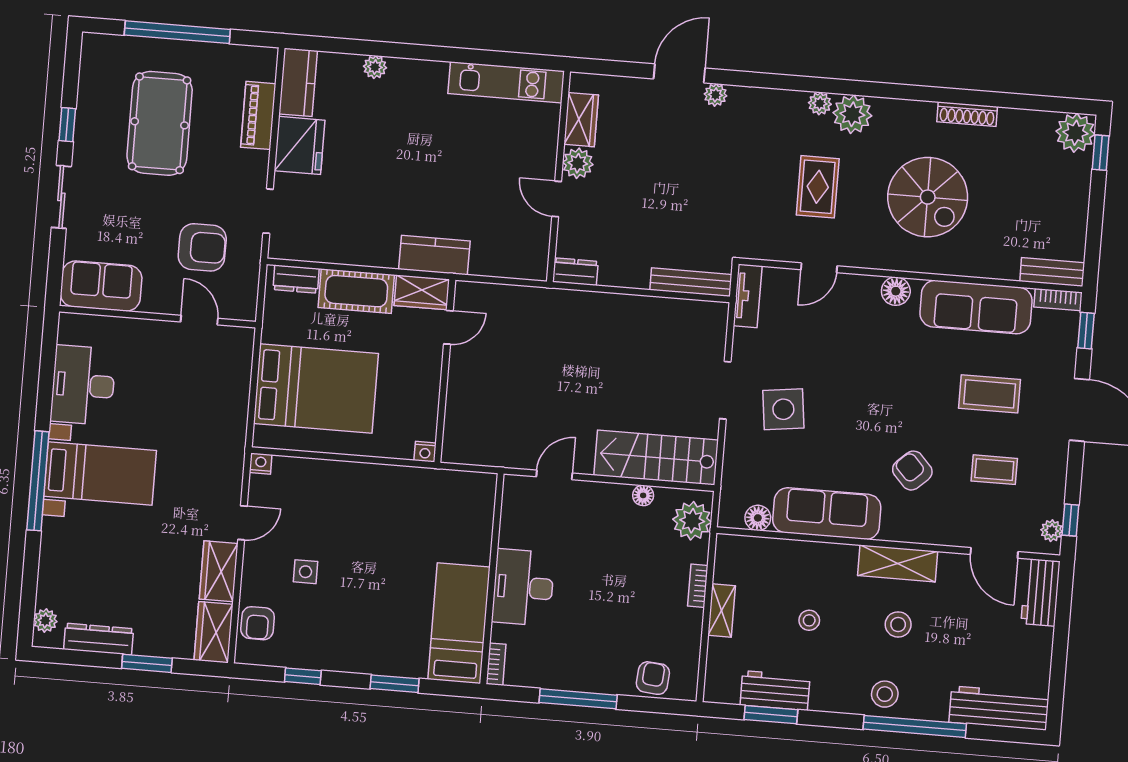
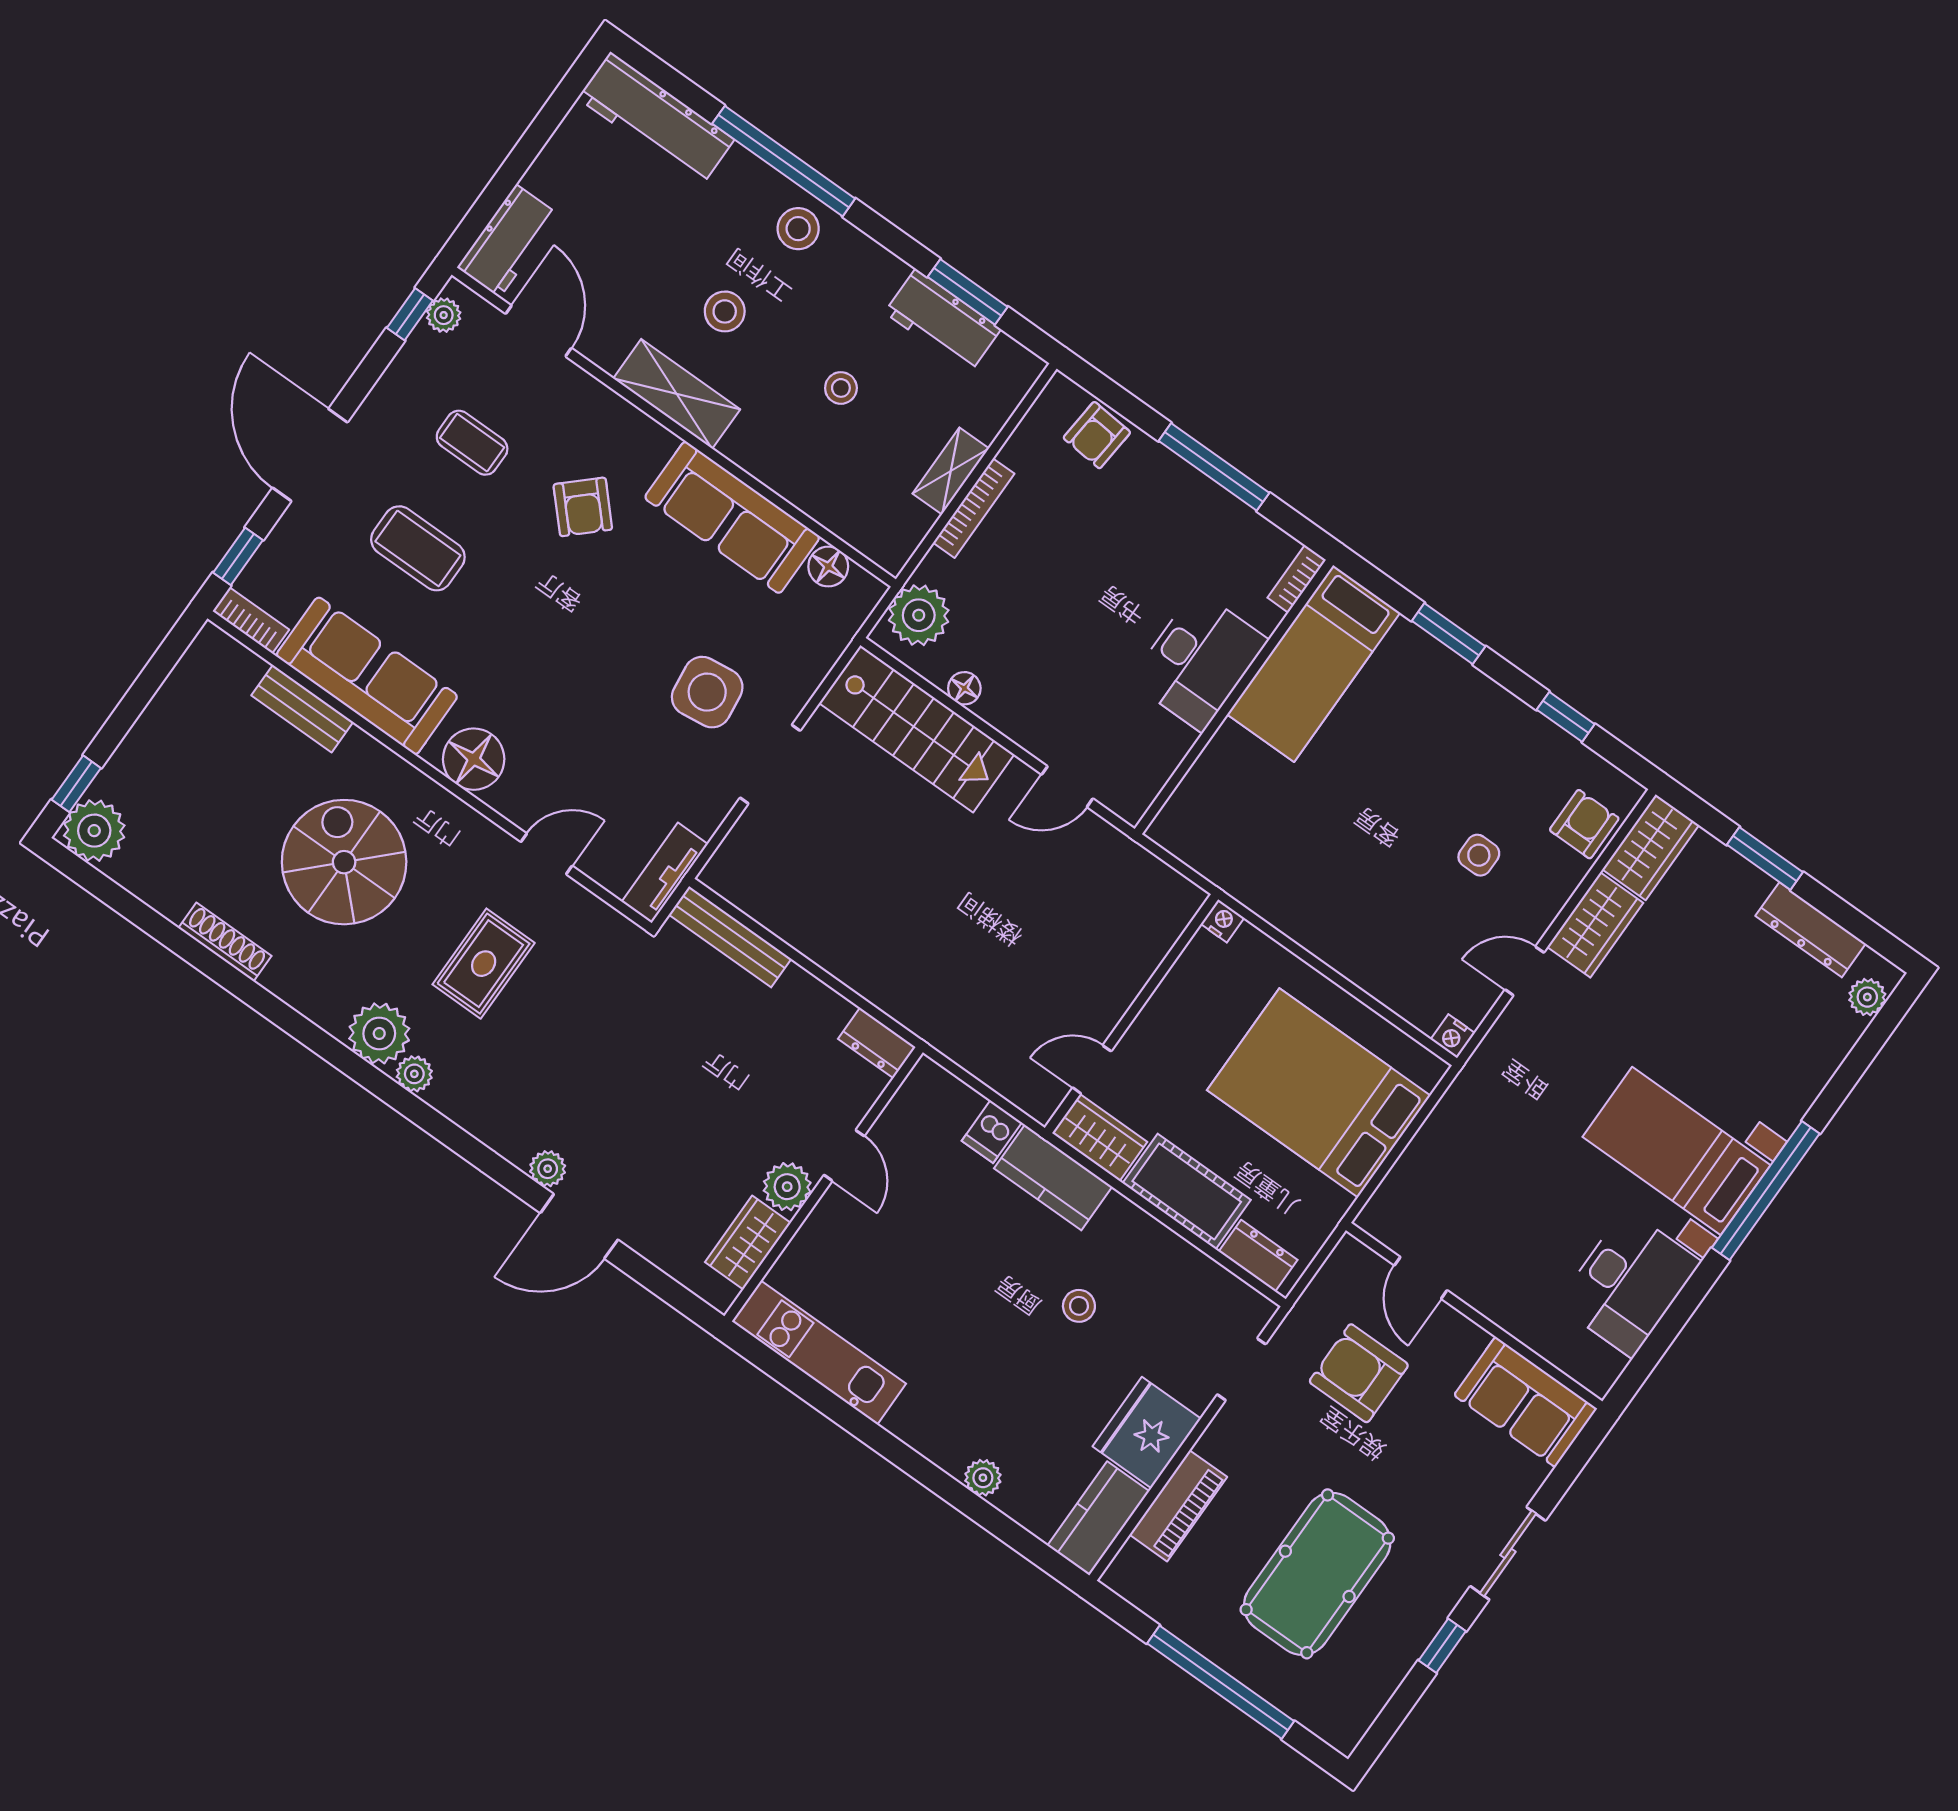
stool: (378, 193) -> (1079, 1306), added
dishwasher: (483, 260) -> (992, 1132), added
bench: (1052, 272) -> (302, 709), moved
floor lamp: (896, 291) -> (474, 759), width x1.38, depth x1.38
bookcase: (698, 586) -> (974, 508), width x1.56

